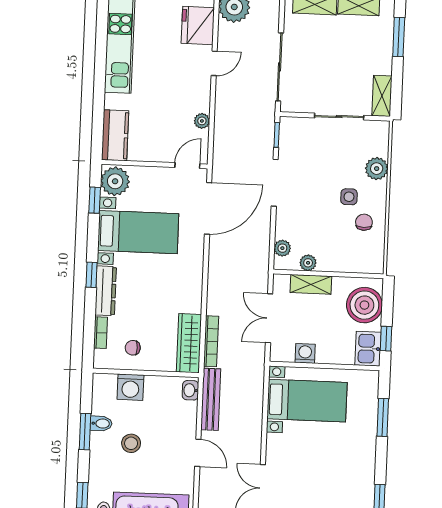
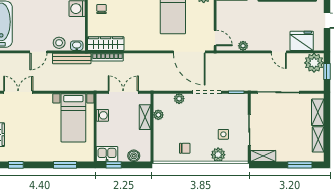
side table: (349, 197) -> (223, 134), moved
plant: (282, 248) -> (179, 99), moved
boiler: (364, 305) -> (134, 156), width x0.54, depth x0.54
stool: (131, 443) -> (59, 43), moved

